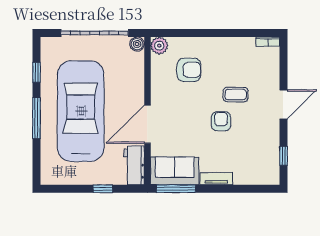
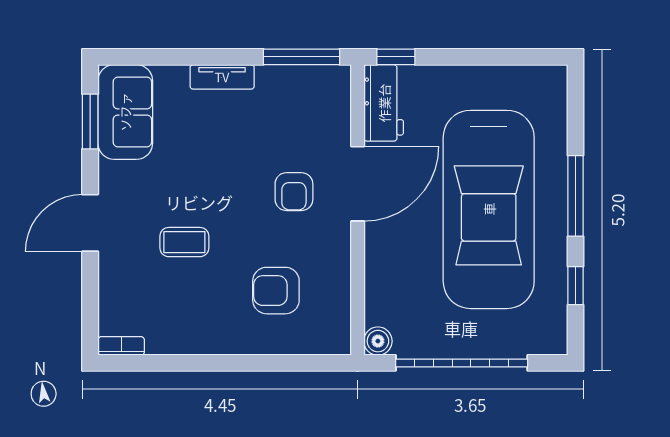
plant: (159, 46) -> (334, 338), removed
armchair: (221, 121) -> (294, 192), moved
window: (284, 156) -> (90, 121), width x1.50
sofa: (175, 171) -> (125, 112), moved, turned -90
window: (103, 189) -> (396, 57), moved

